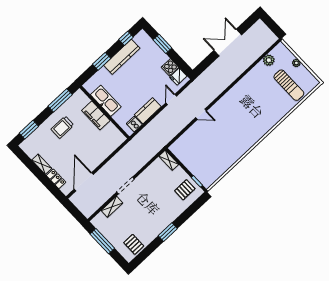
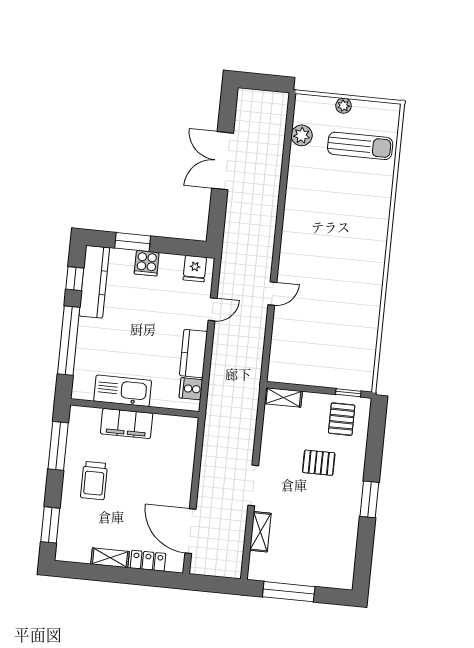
kitchen counter: (122, 57) -> (94, 282), moved
window: (102, 61) -> (69, 341), width x2.11
cooker: (170, 67) -> (147, 263), moved
door: (171, 99) -> (213, 309), swing flipped
pallet: (134, 244) -> (319, 463), moved

